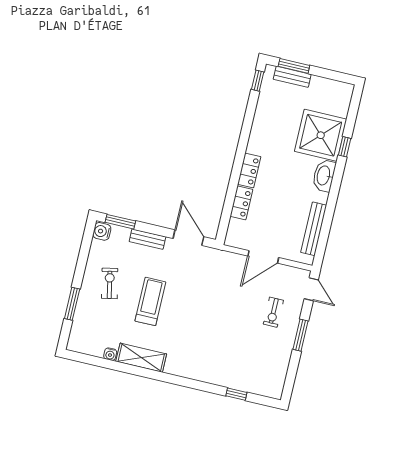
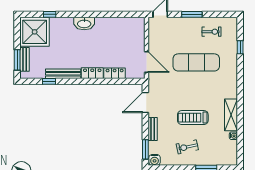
window: (258, 81) -> (49, 81), moved
shower: (321, 135) -> (35, 32), moved
window: (345, 147) -> (50, 14), moved
bench: (314, 229) -> (63, 74), moved
door: (263, 257) -> (146, 62), moved
exercise bike: (273, 312) -> (211, 32), moved
exercise mat: (229, 325) -> (196, 62), added

